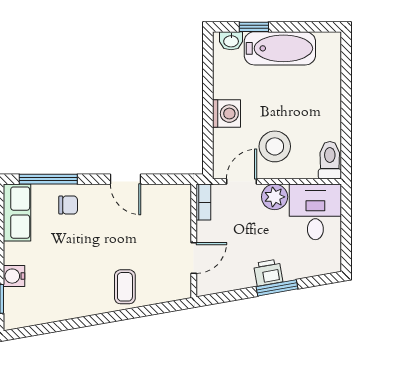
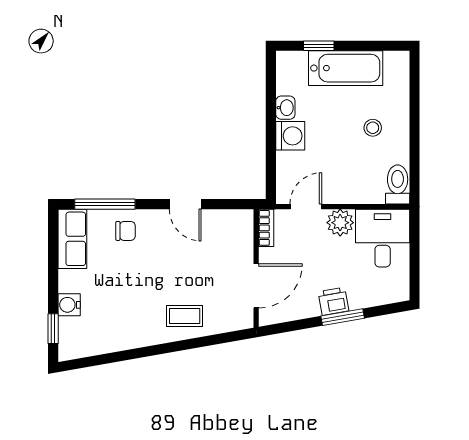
washbasin: (231, 41) -> (285, 108), moved, turned -90
stool: (275, 146) -> (373, 128), moved, width x0.53, depth x0.53
door: (194, 258) -> (256, 286), width x1.38
coffee table: (125, 287) -> (185, 316), turned 90

